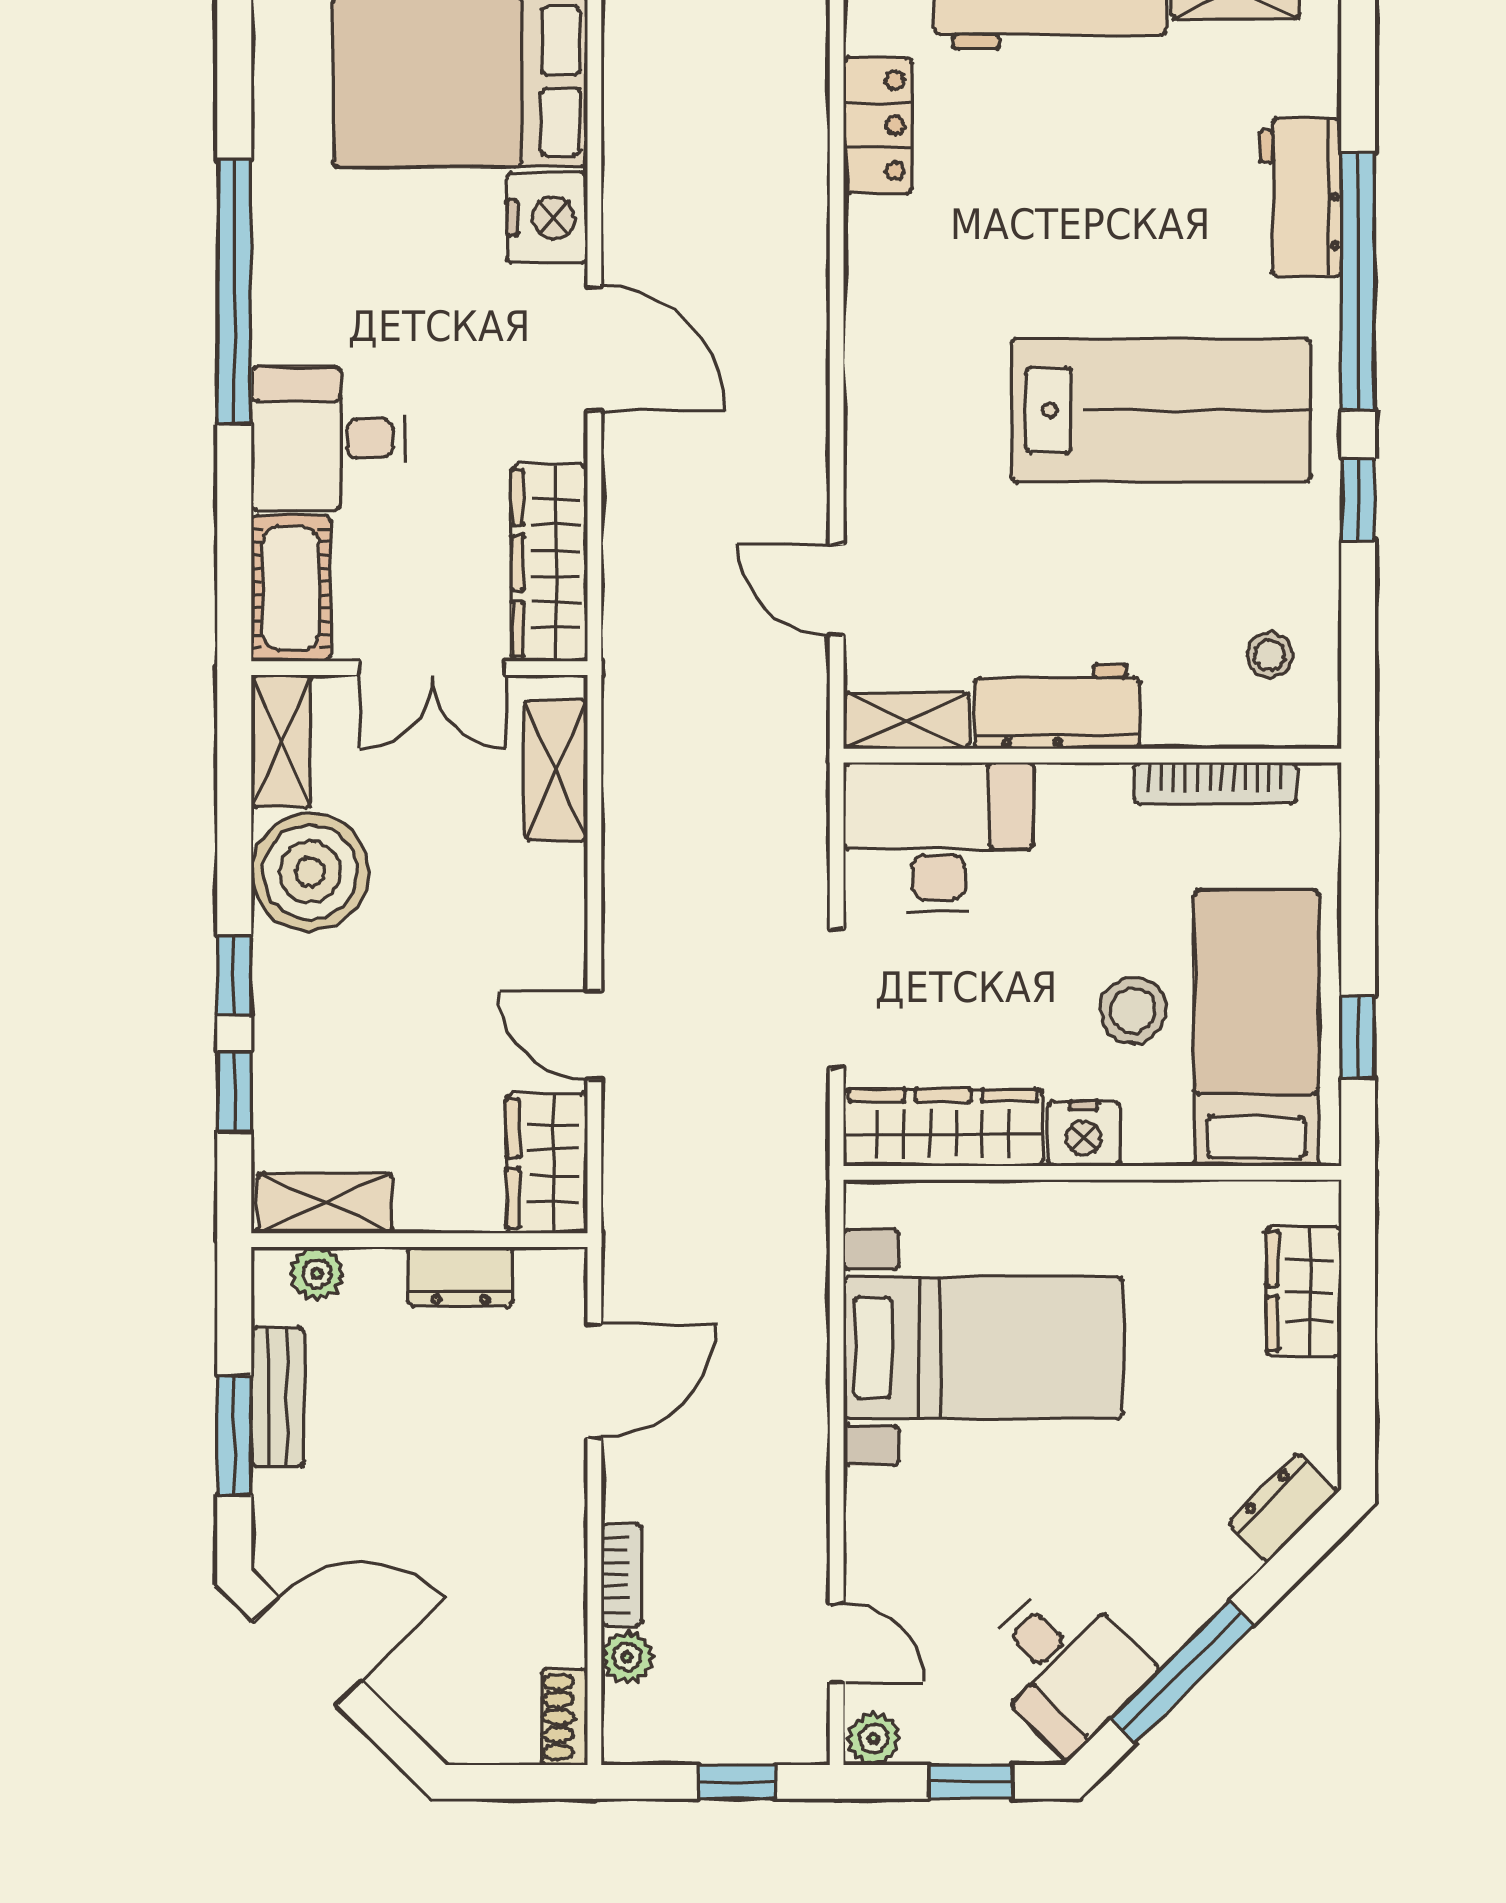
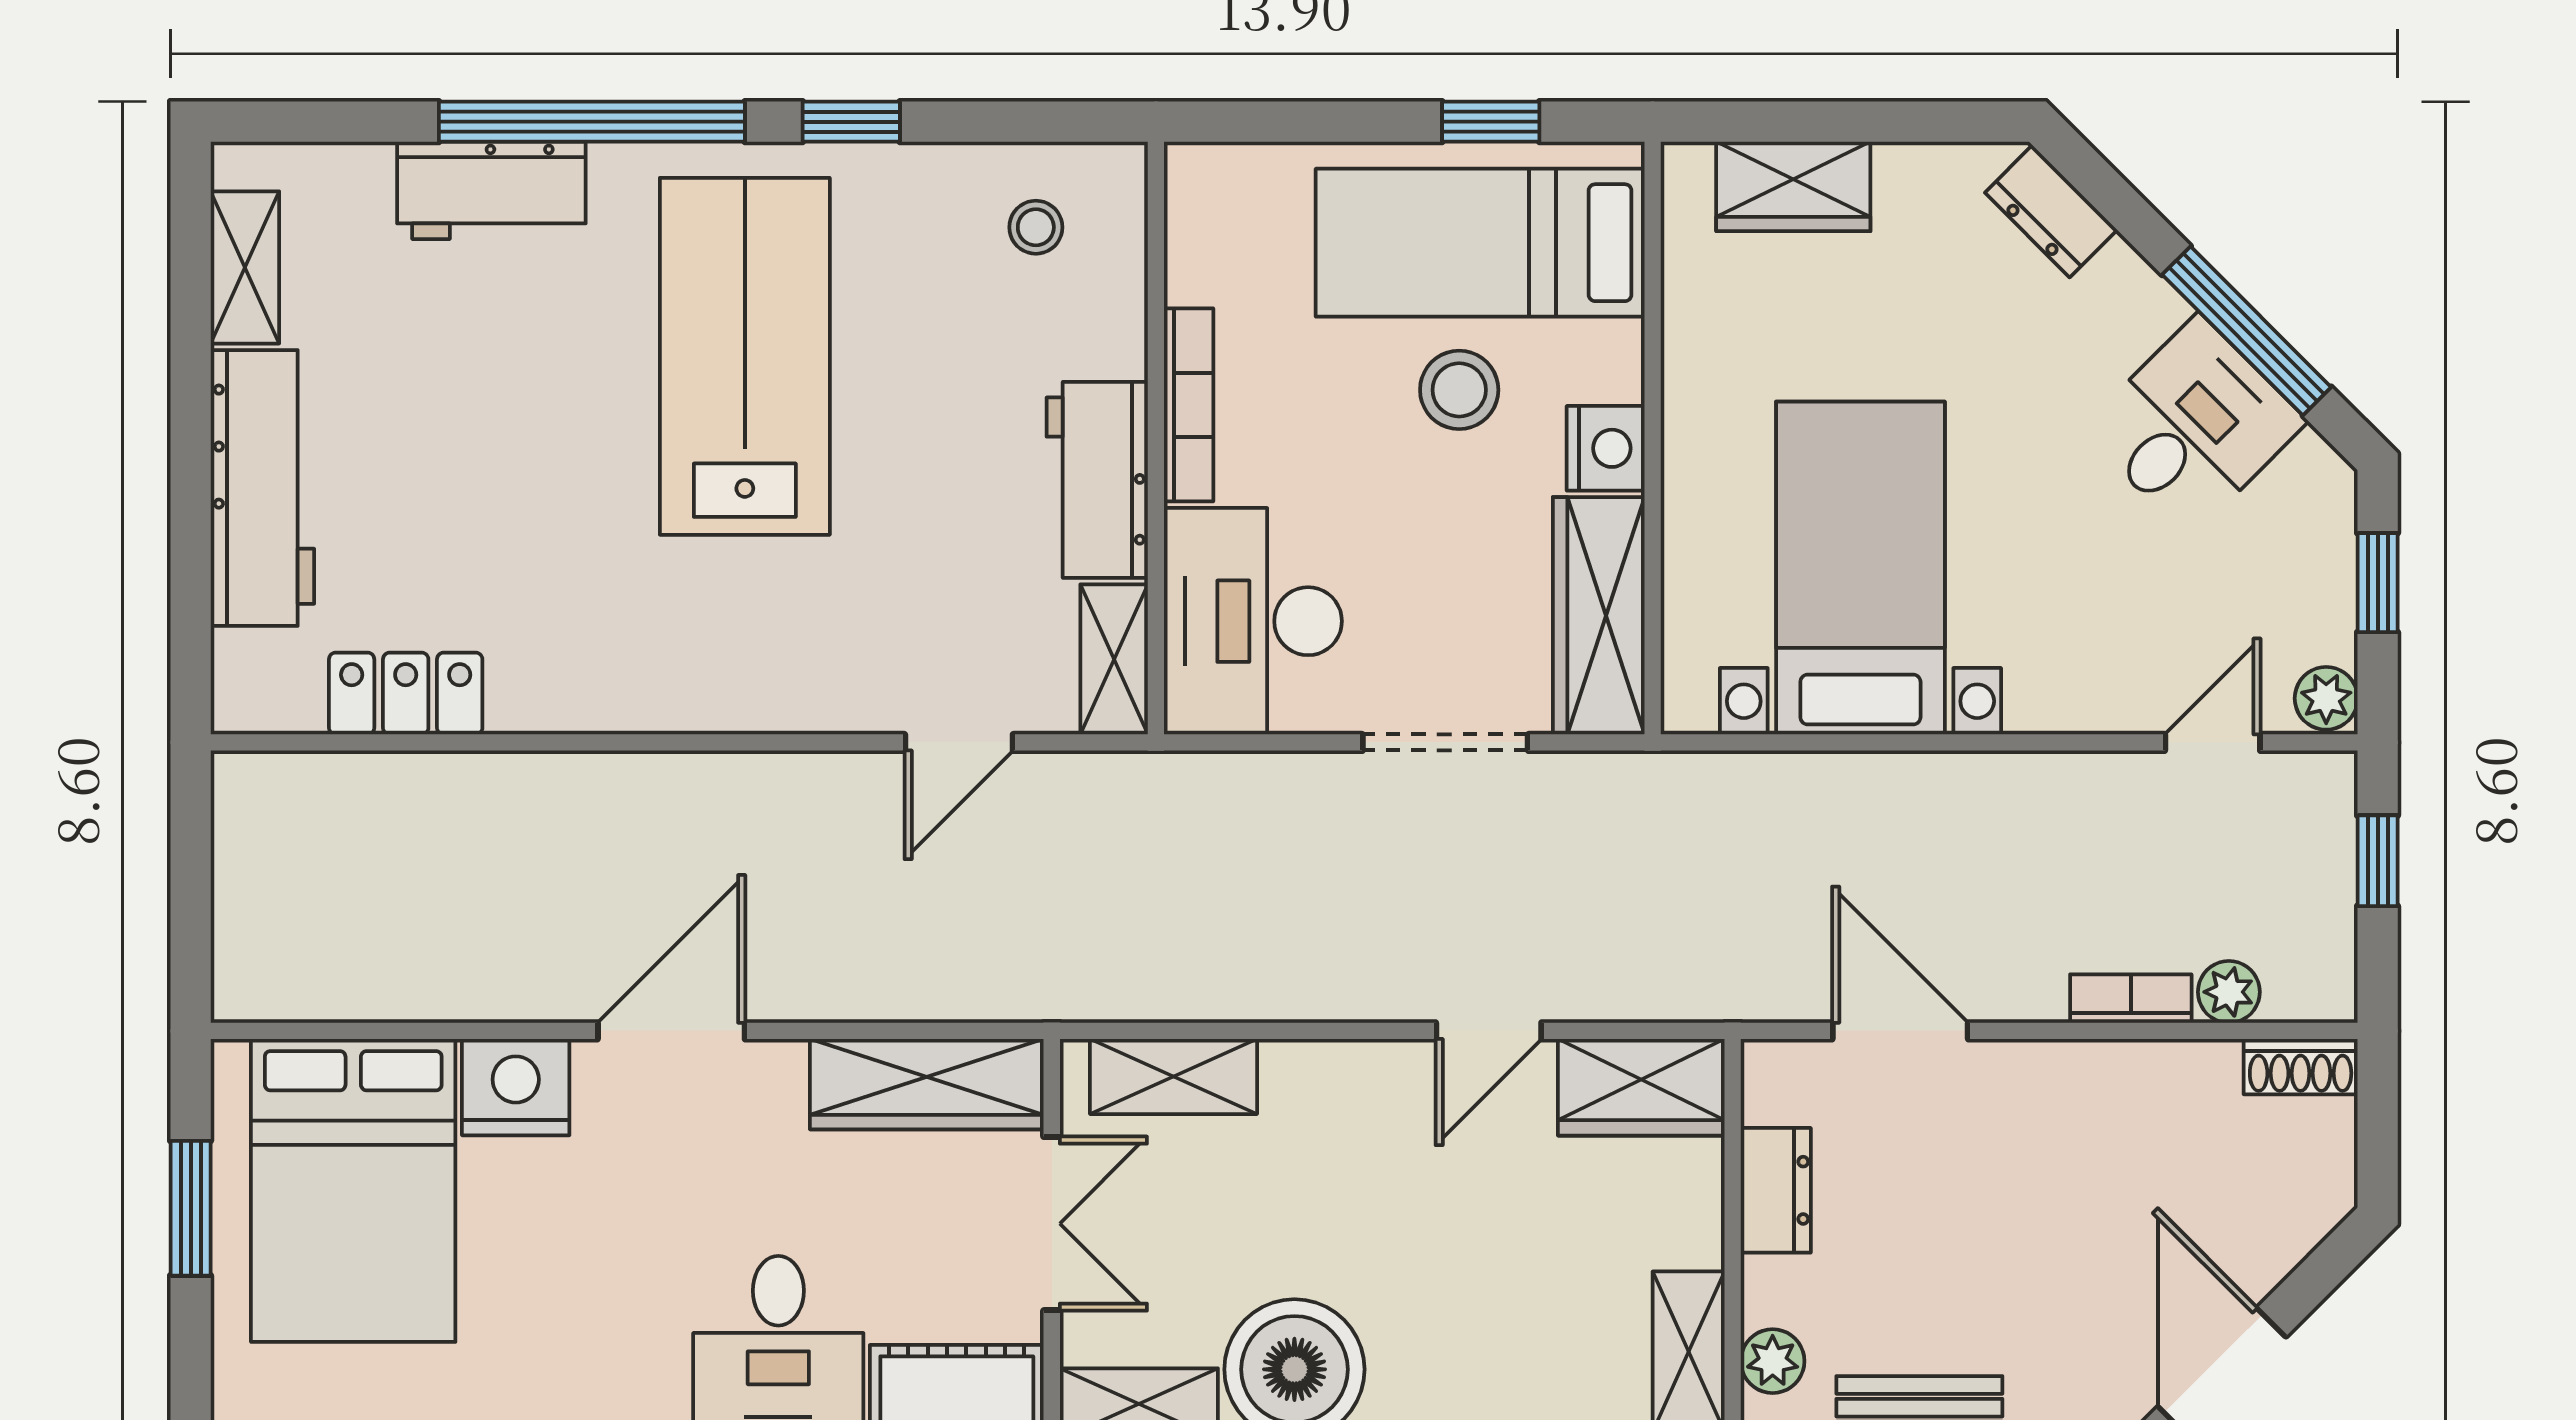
bookcase: (1215, 783) -> (1189, 405), moved
desk: (1065, 1666) -> (2194, 426), moved

